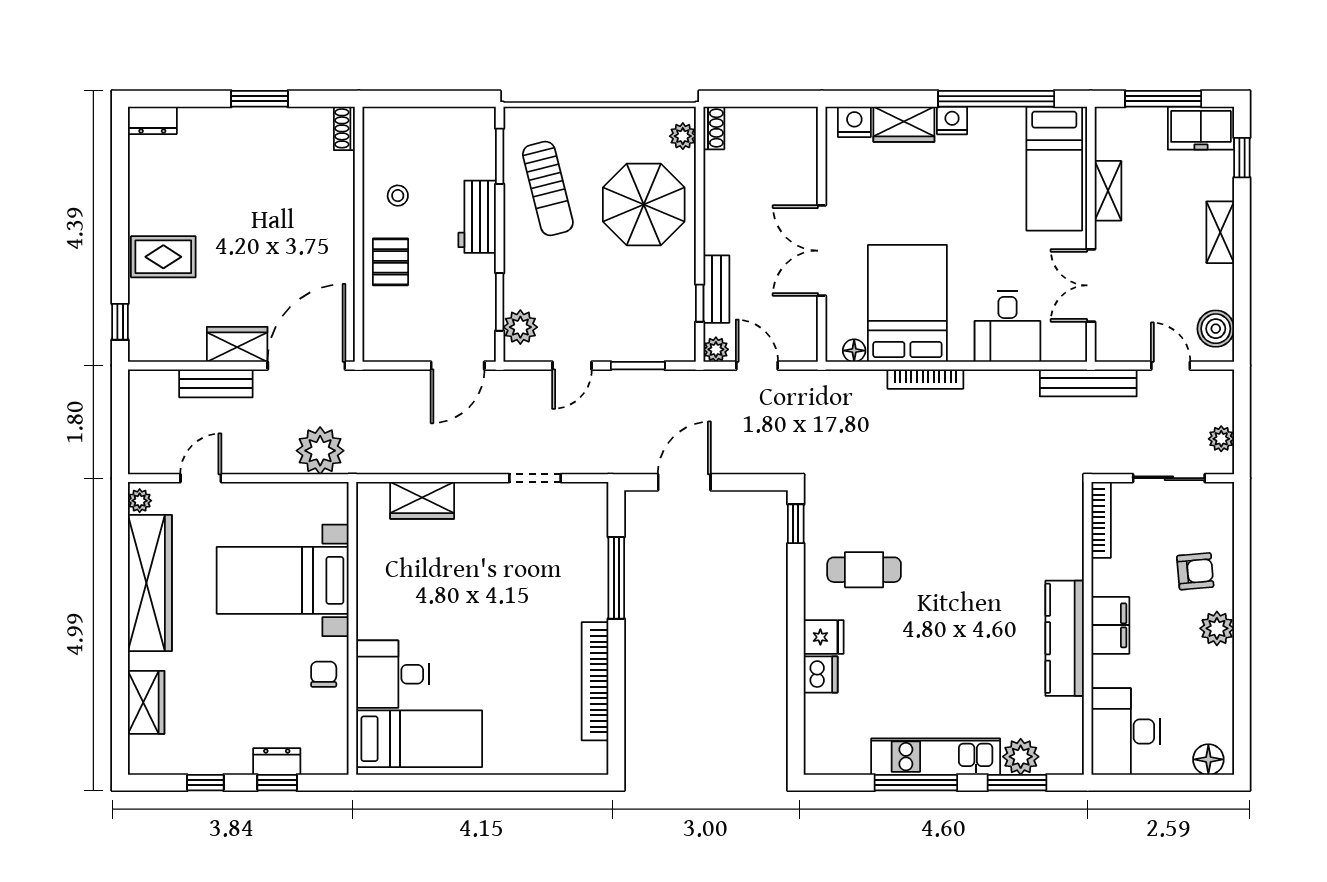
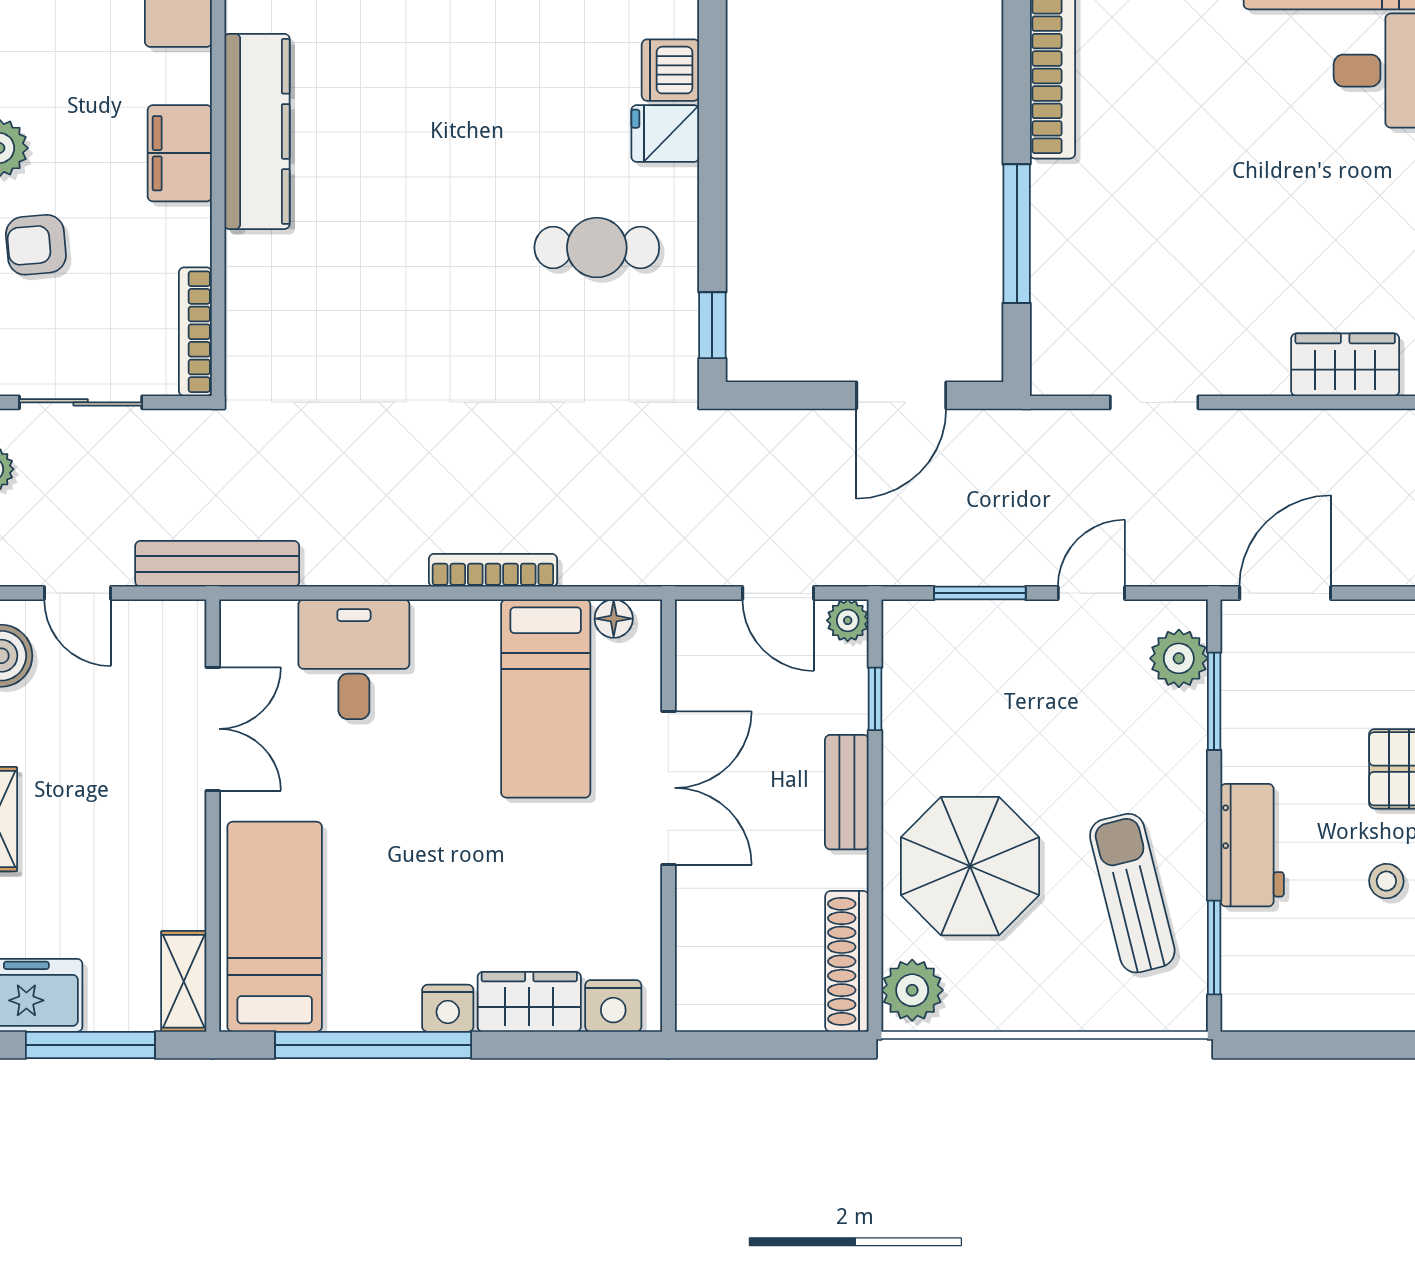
shoe rack: (714, 128) -> (847, 961), width x1.94, depth x1.24
plant: (683, 136) -> (912, 990), width x1.38, depth x1.38
shelving: (1108, 191) -> (184, 981), moved
bench: (716, 289) -> (847, 792), moved
bed: (907, 303) -> (546, 699), width x0.67

